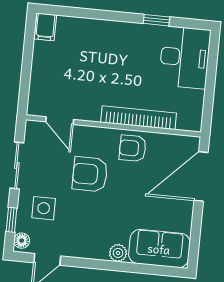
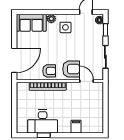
filing cabinet: (45, 27) -> (76, 127), moved
desk: (185, 57) -> (43, 121), moved, turned -90
armchair: (90, 174) -> (71, 69), moved
side table: (44, 208) -> (65, 27), moved

